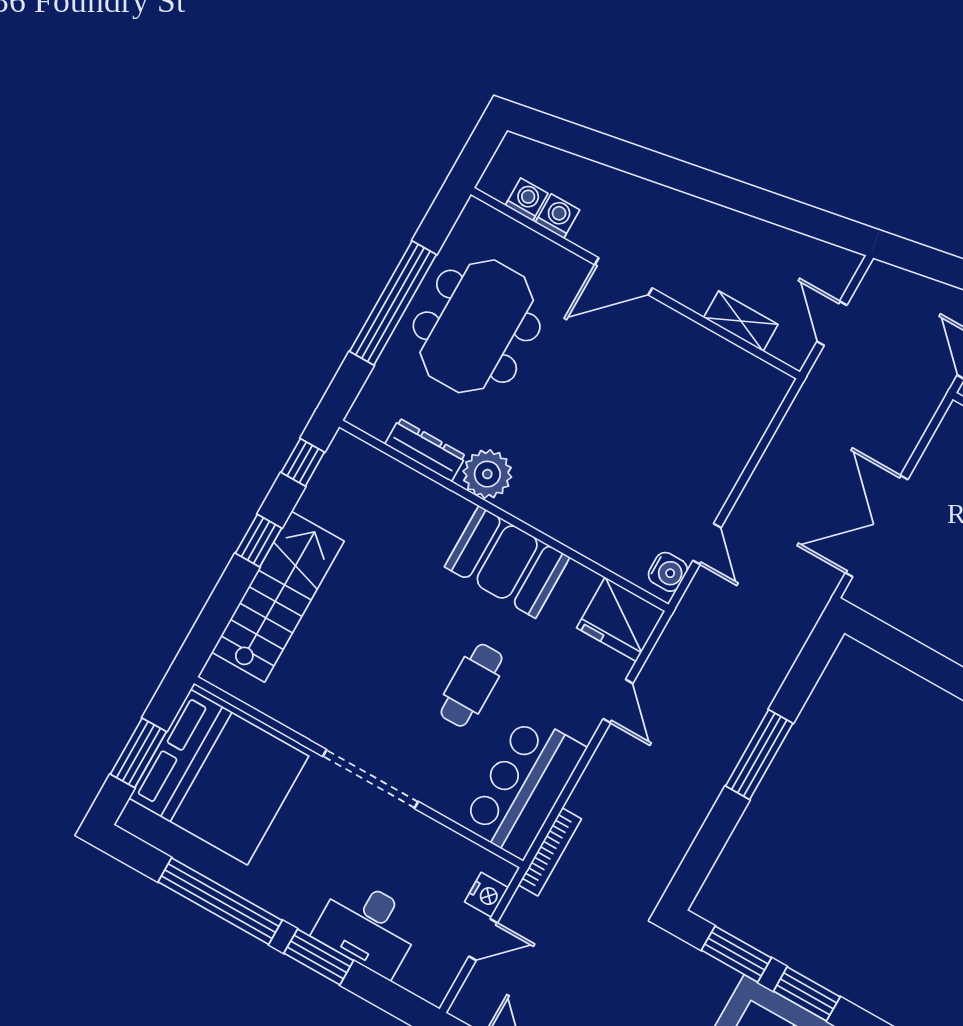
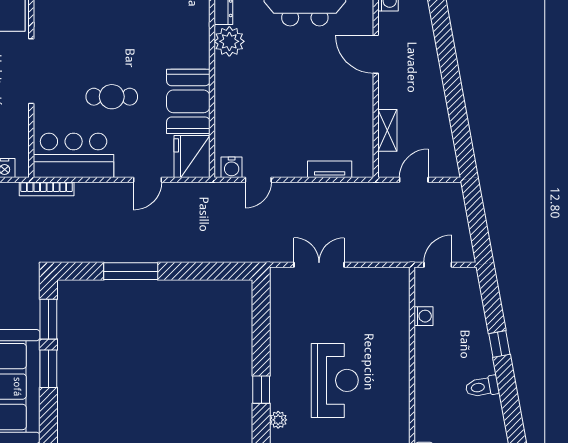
tv unit: (749, 434) -> (330, 169), added
double door: (877, 526) -> (319, 265), width x0.73
booth: (507, 562) -> (188, 101), moved
window: (759, 755) -> (131, 271), moved

